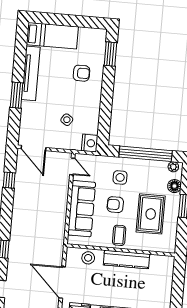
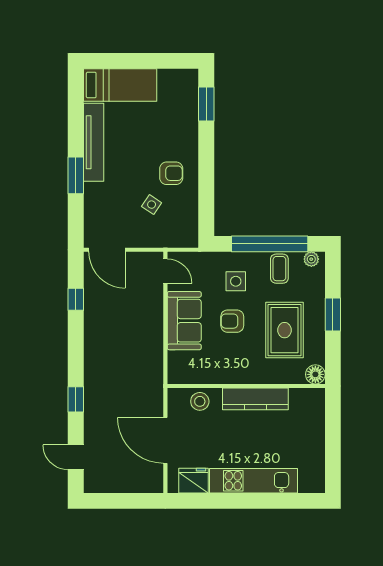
armchair: (81, 73) -> (171, 173), moved
nightstand: (90, 143) -> (187, 235), removed
floor lamp: (174, 186) -> (315, 374), moved
sofa: (82, 209) -> (184, 321), width x0.73
coffee table: (119, 235) -> (279, 269), moved

